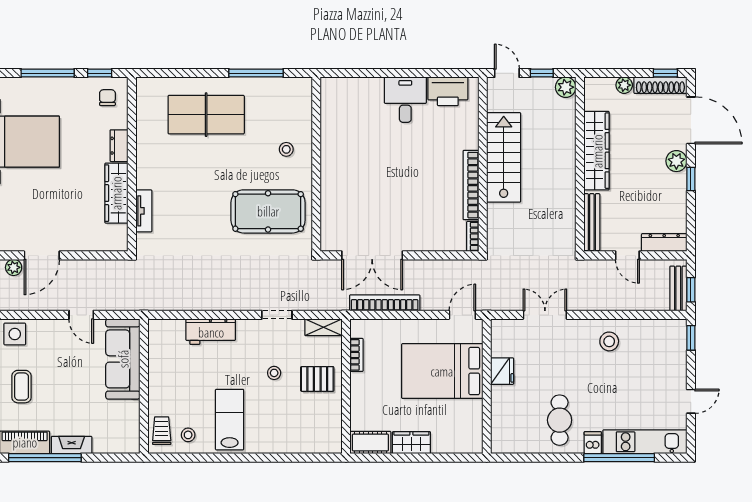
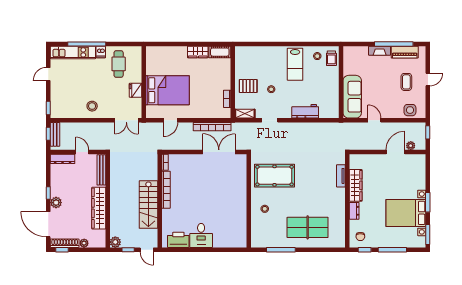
bed: (442, 371) -> (168, 90), moved
fridge: (502, 371) -> (136, 90), moved
wall: (487, 386) -> (144, 82), moved

